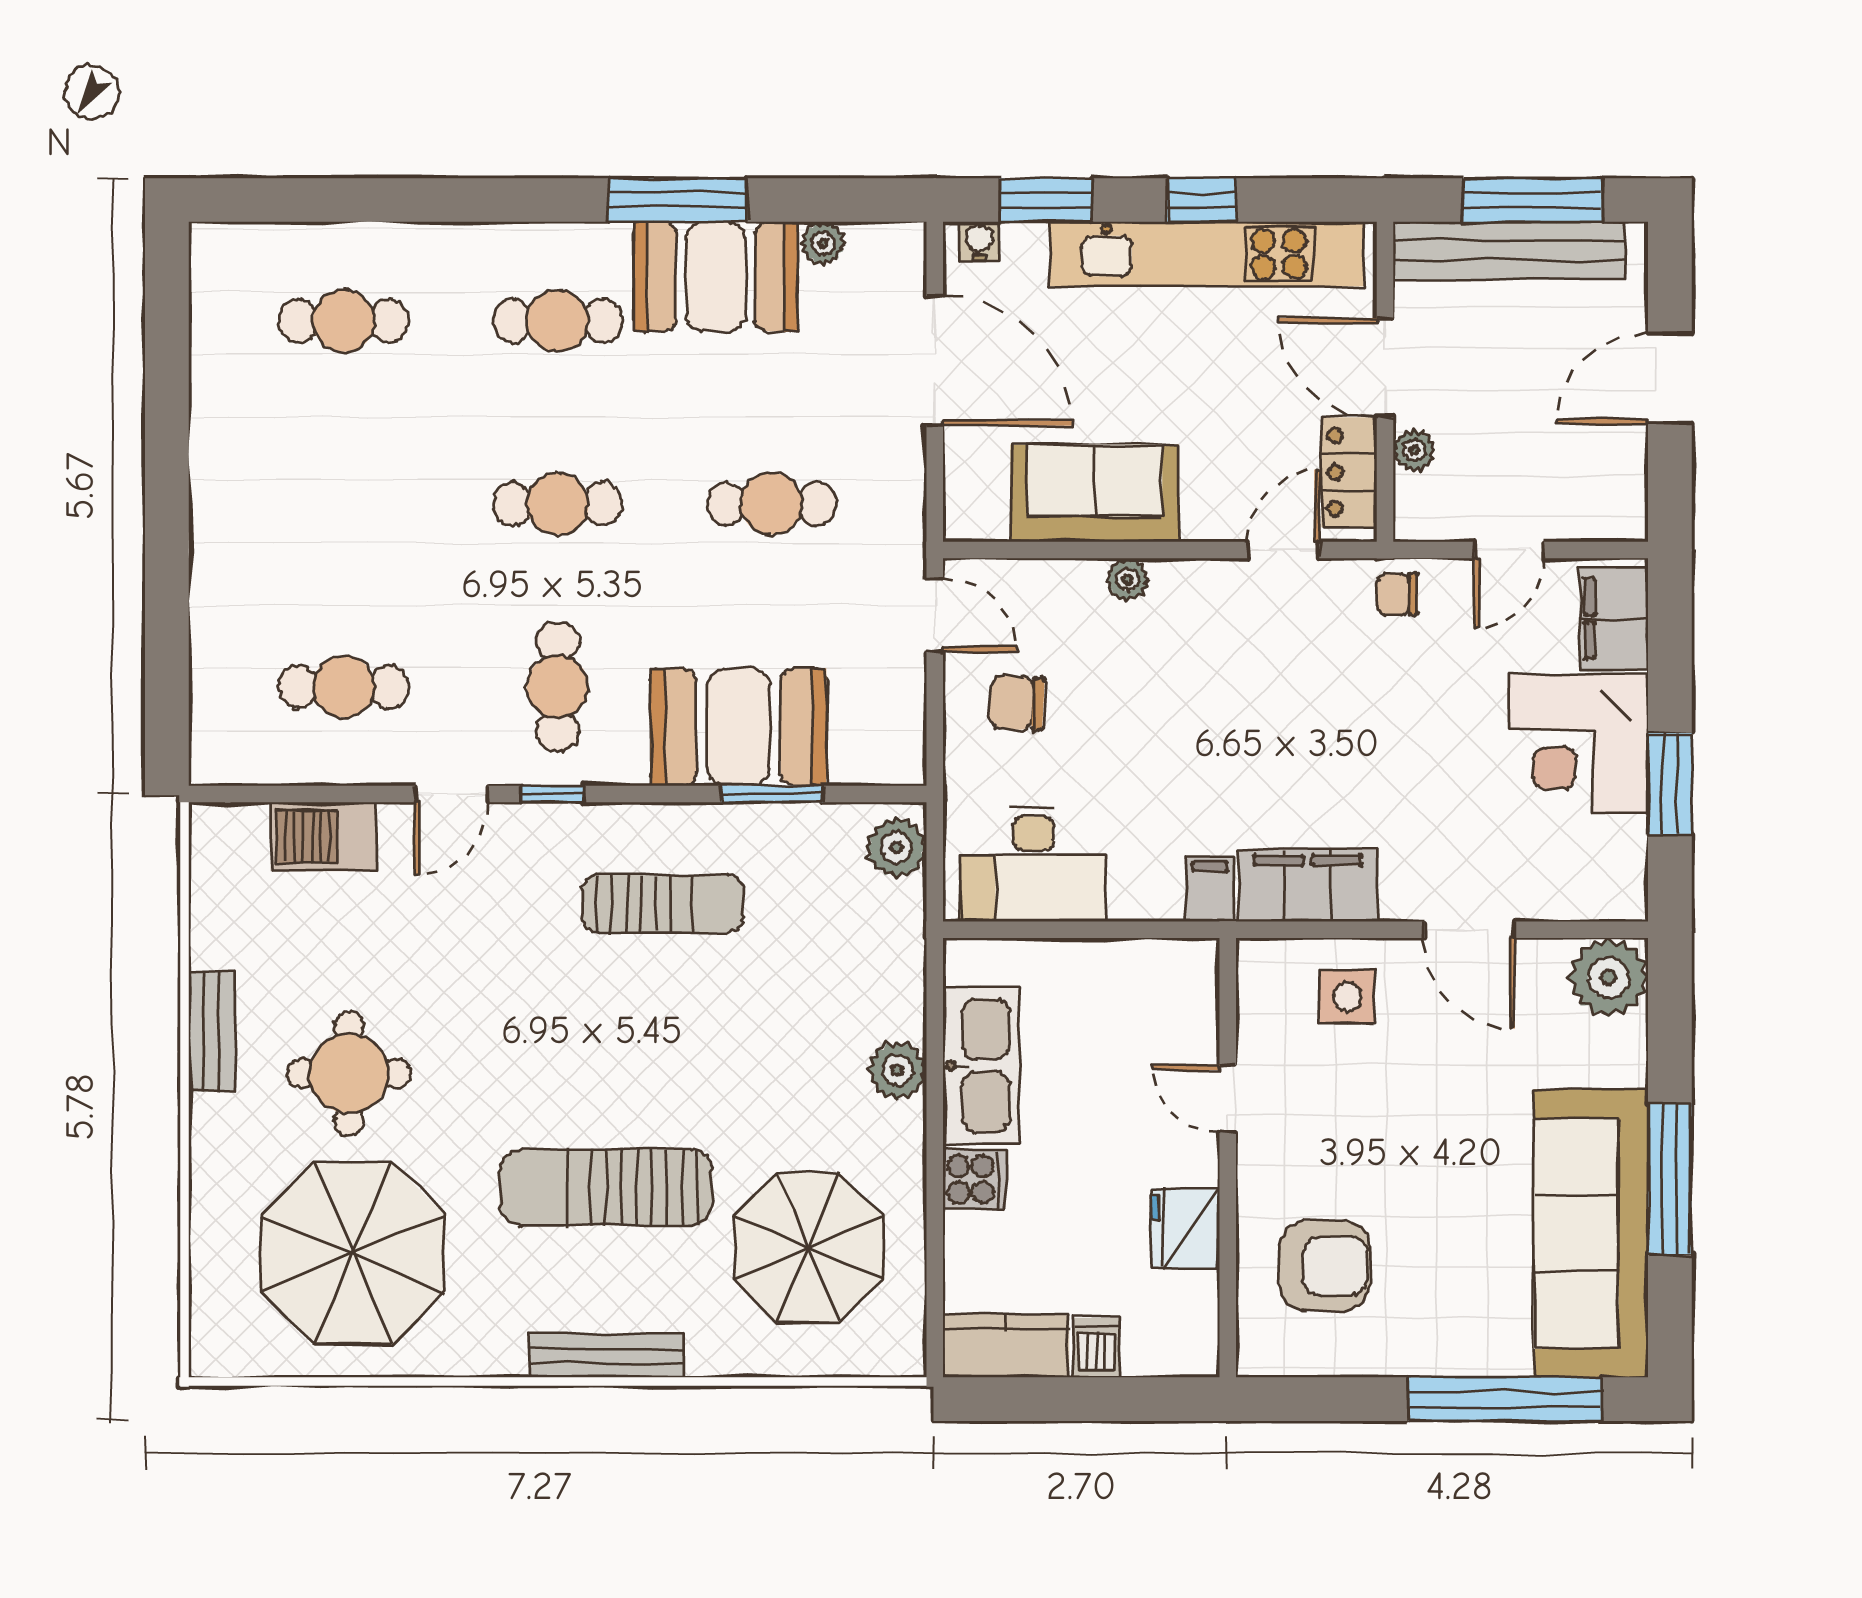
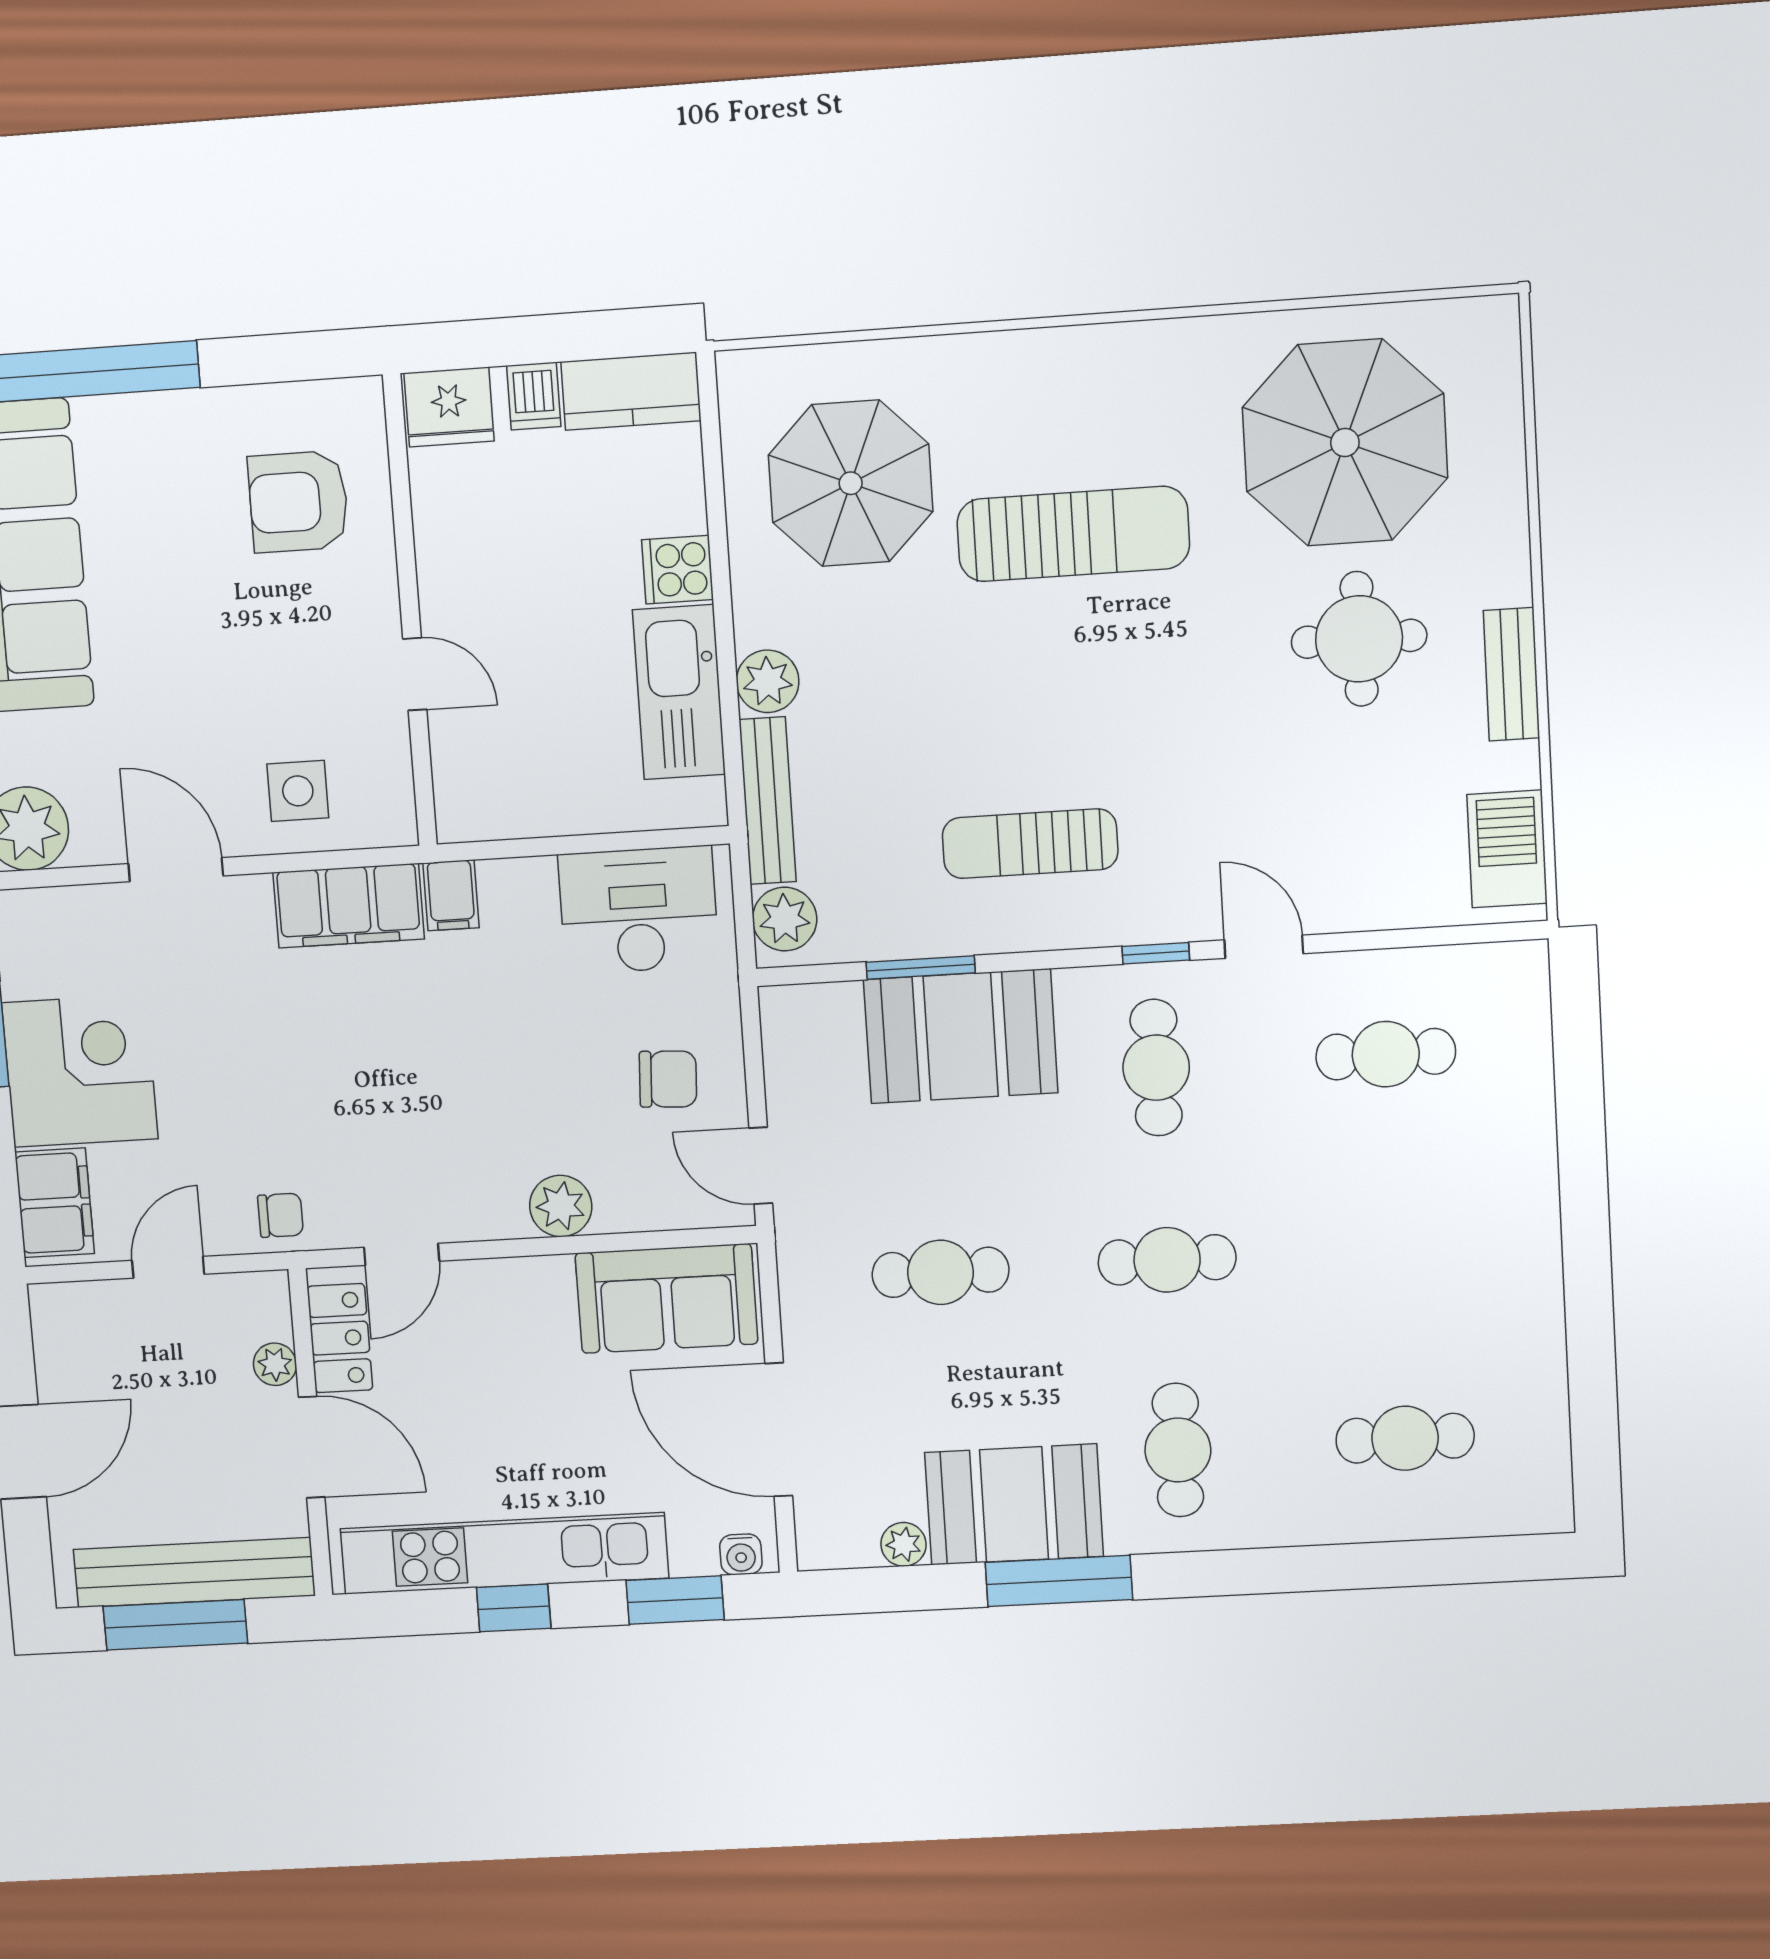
cafe table: (558, 321) -> (1178, 1450), turned 90
sofa: (1095, 493) -> (666, 1299), moved
plant: (1127, 580) -> (561, 1206), width x1.38, depth x1.38
door: (451, 794) -> (1264, 947), hinge flipped
barbecue: (323, 837) -> (1507, 849), moved, turned -90
fridge: (1185, 1228) -> (449, 407), moved, turned 90
bench: (606, 1356) -> (768, 801), moved, turned 90

